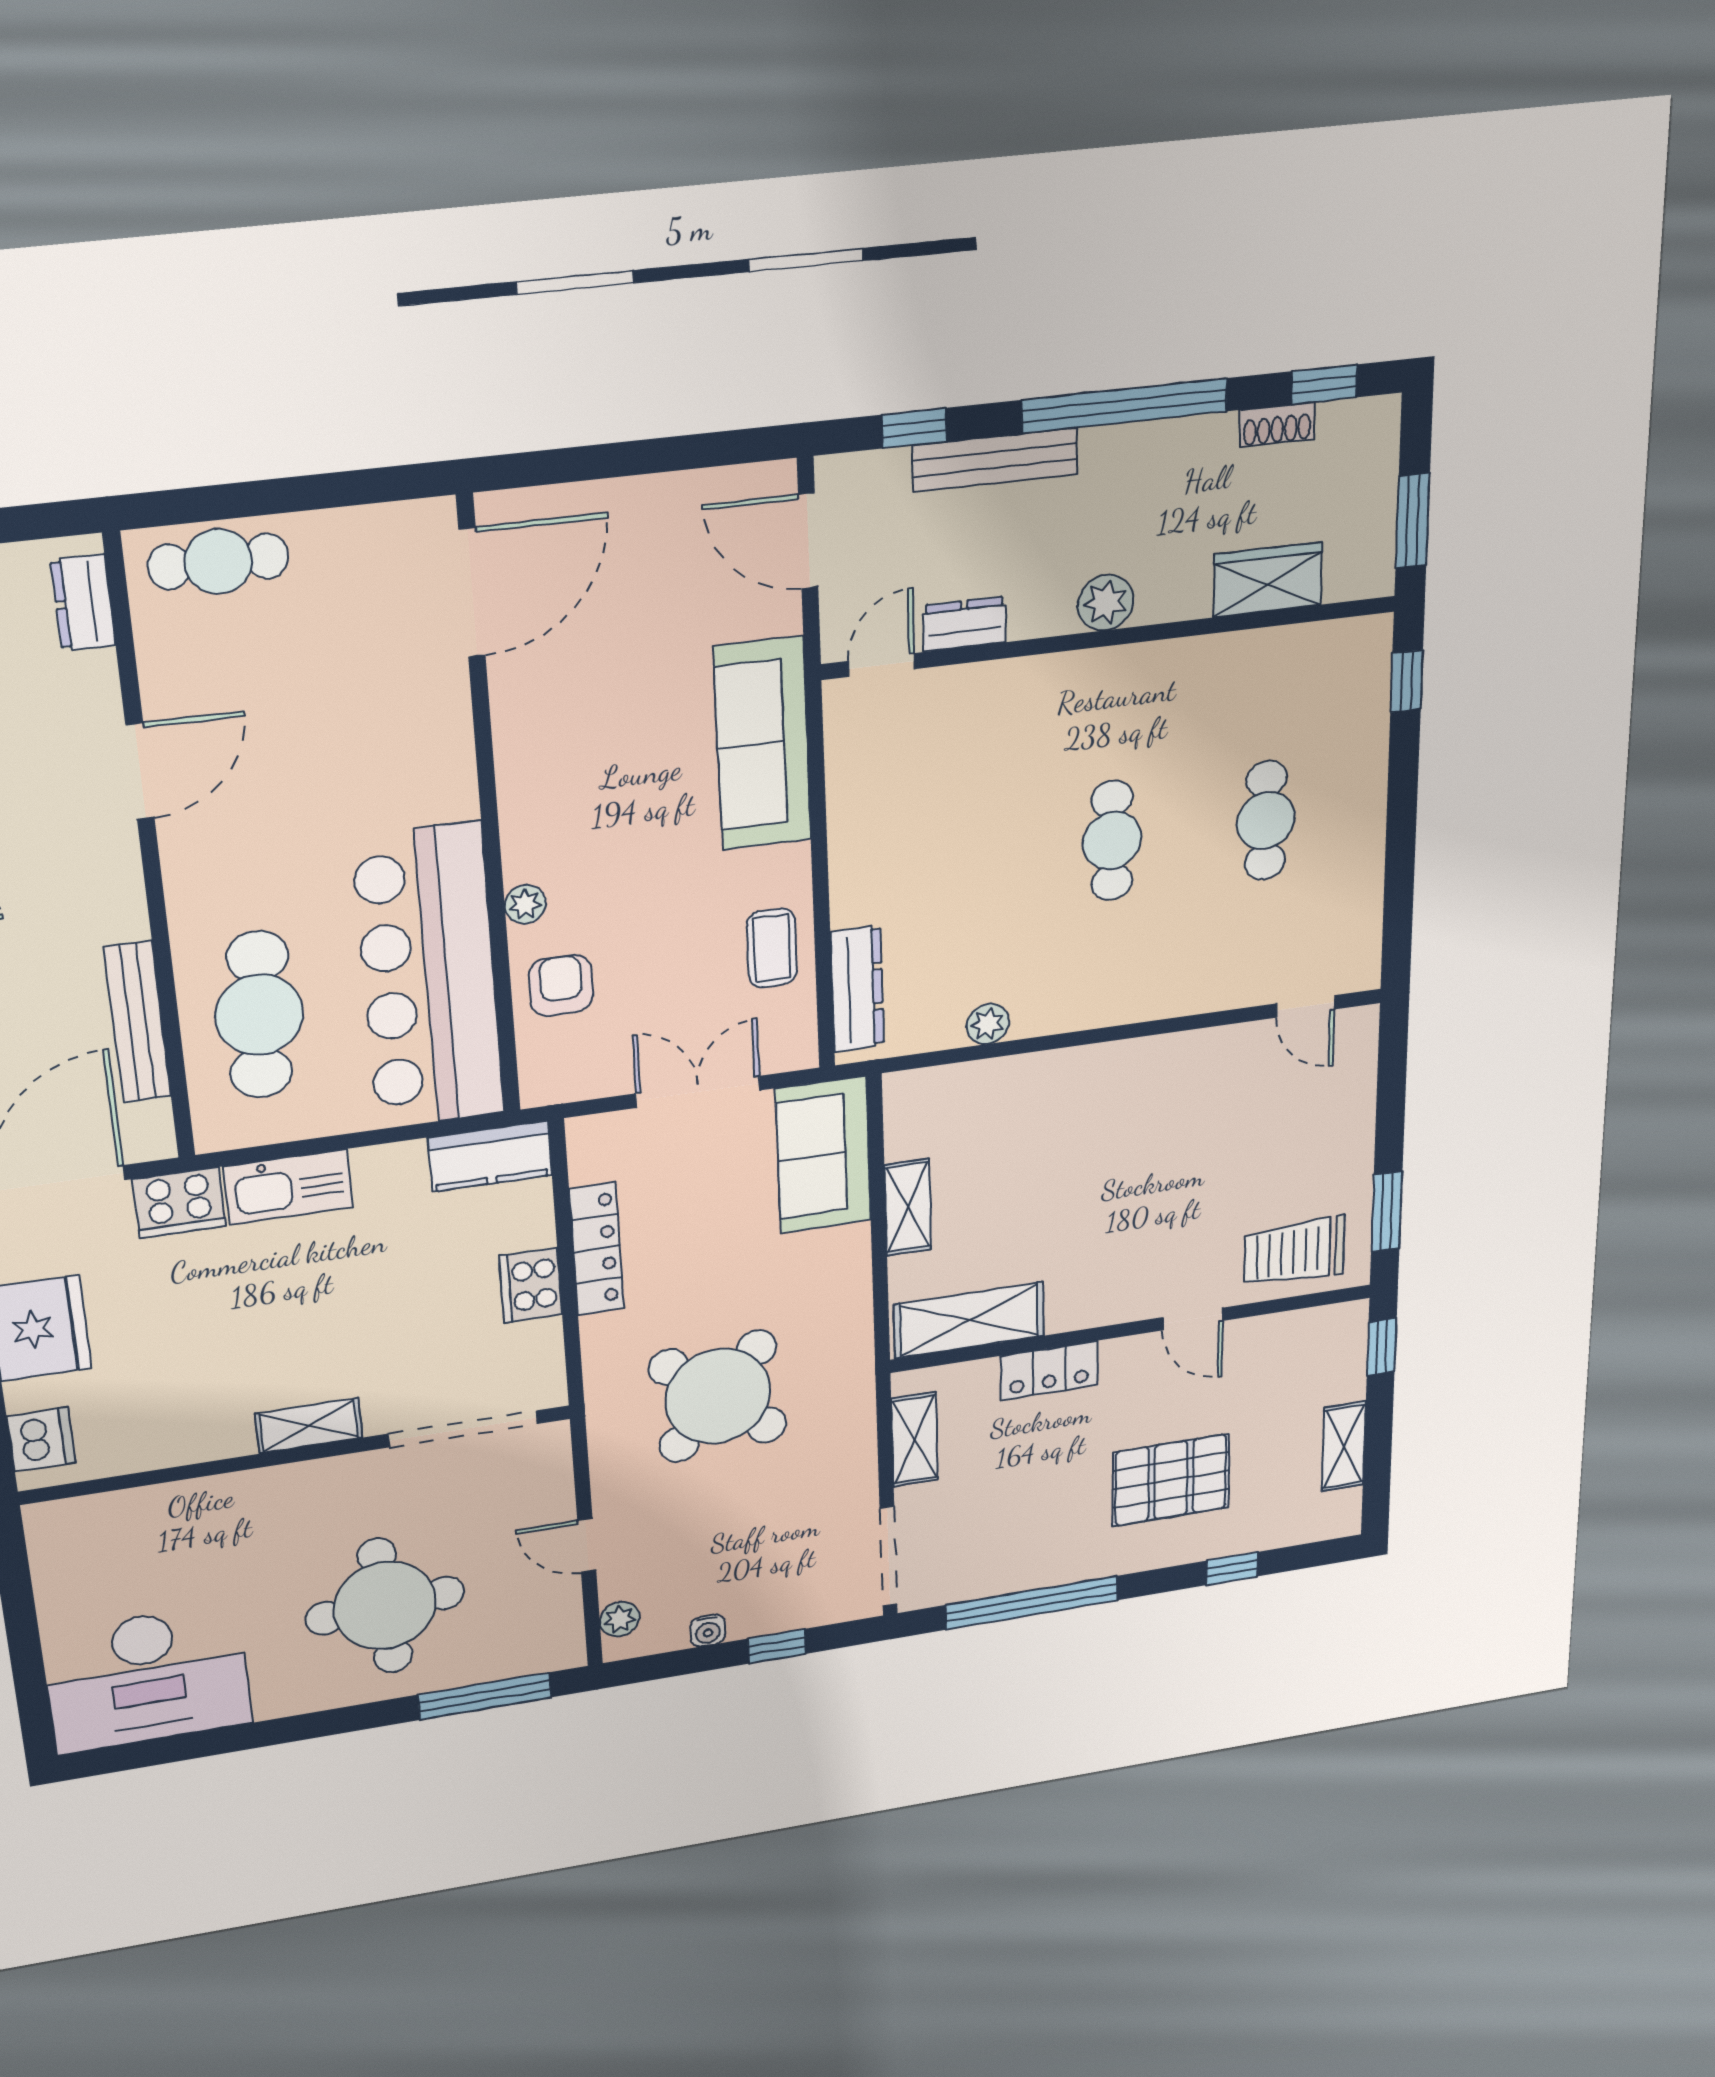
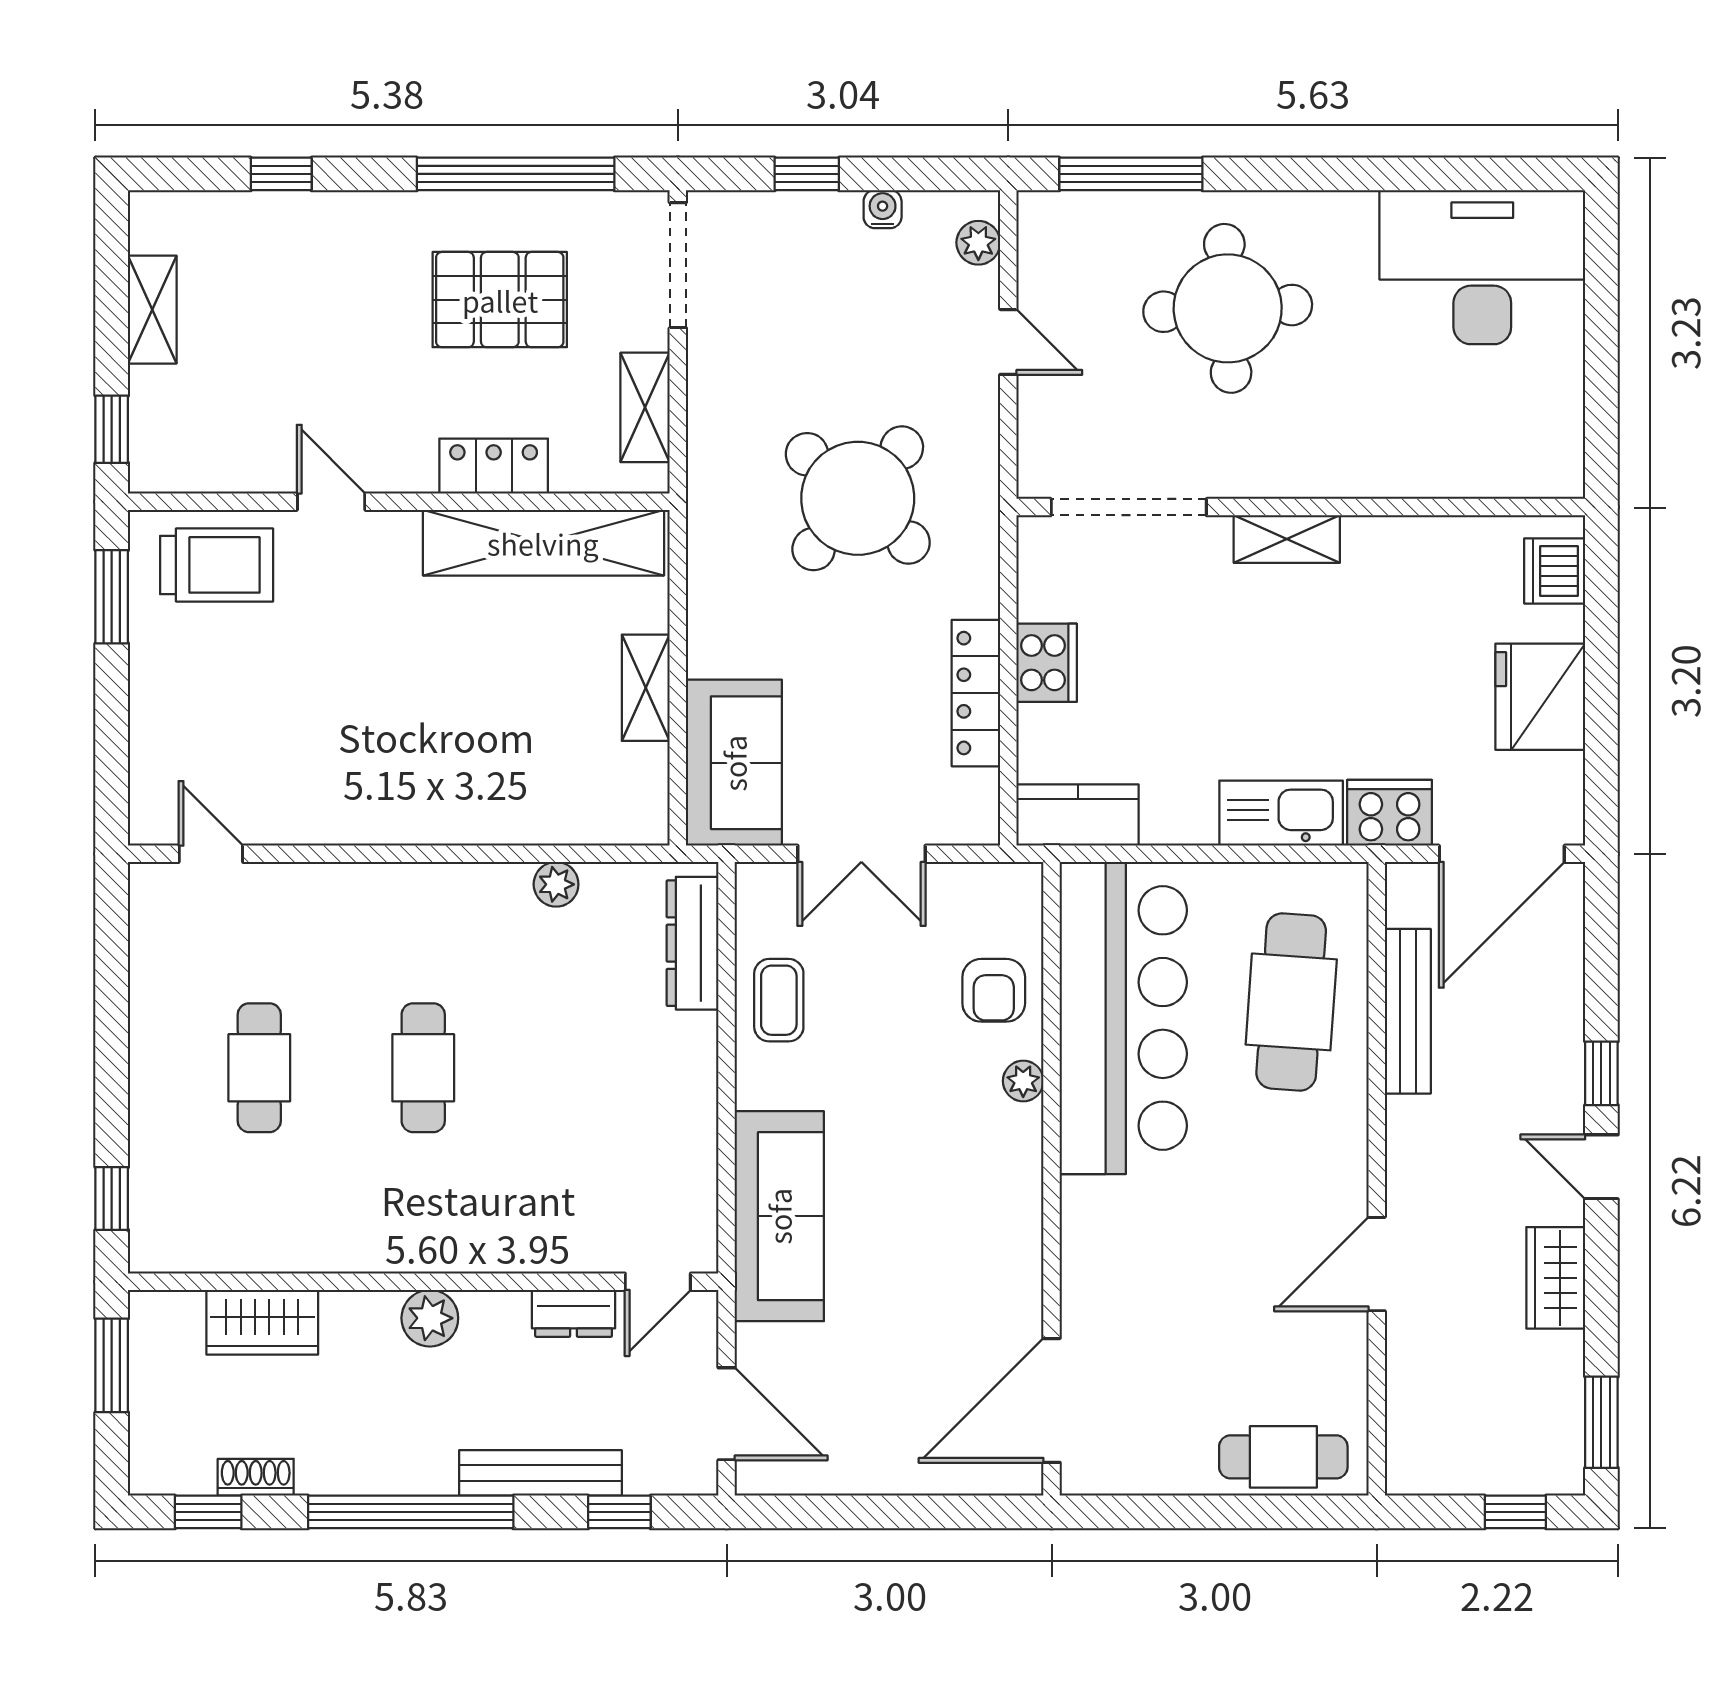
dresser: (83, 603) -> (1409, 1432), removed
shelving: (969, 1320) -> (543, 543), width x1.47
pallet: (1171, 1480) -> (500, 300), moved

